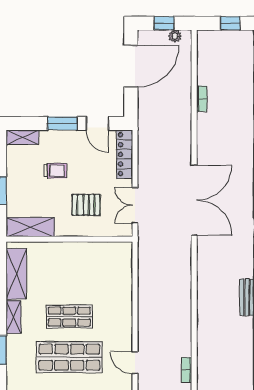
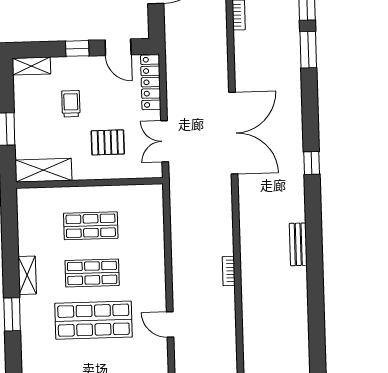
window: (62, 123) -> (77, 48), width x0.67
trolley: (55, 171) -> (71, 104), turned -90
shelving: (16, 274) -> (29, 225), removed
shop shelf: (69, 276) -> (91, 226), added
bookcase: (187, 370) -> (229, 271), moved

